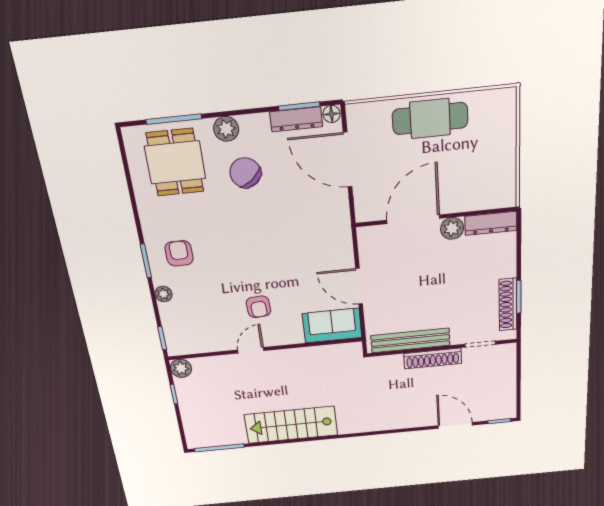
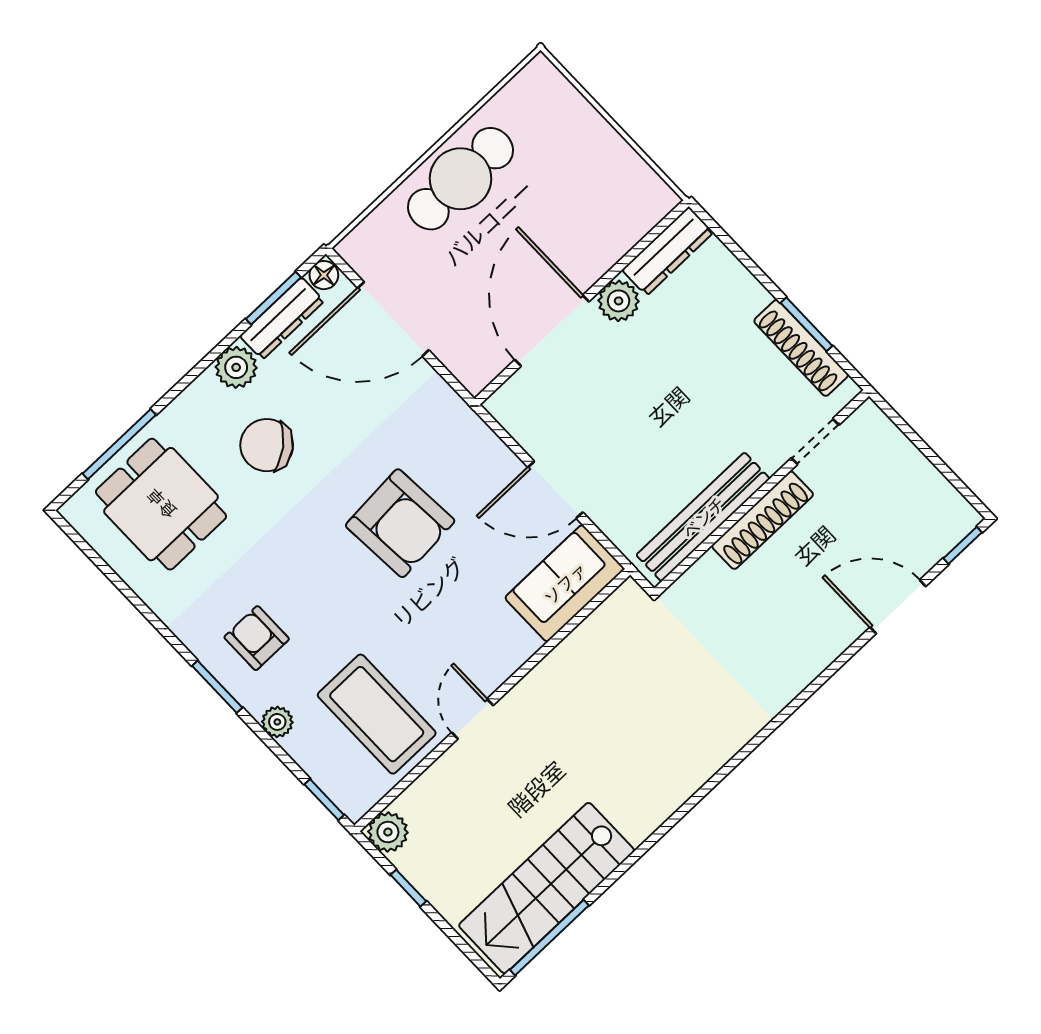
plant: (226, 129) -> (236, 367), moved
armchair: (259, 307) -> (400, 523), moved, width x1.88, depth x1.88
coffee table: (211, 321) -> (377, 714), added
stairs: (291, 425) -> (547, 888), moved

